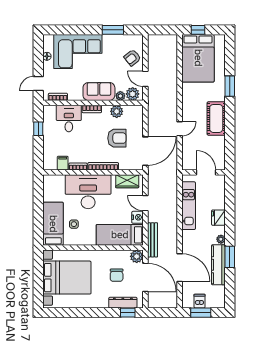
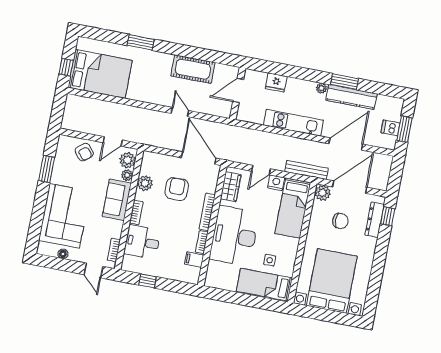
cot: (216, 118) -> (193, 69), moved
kitchen unit: (189, 206) -> (293, 123), moved
fridge: (218, 218) -> (276, 82), moved

